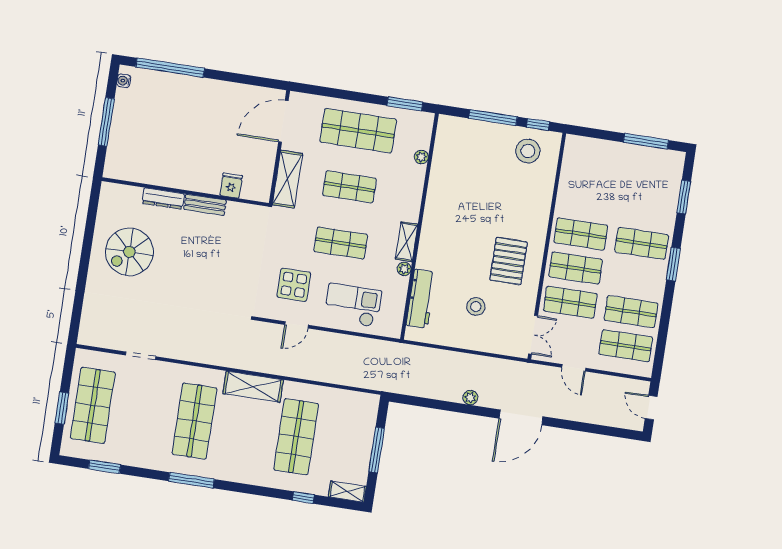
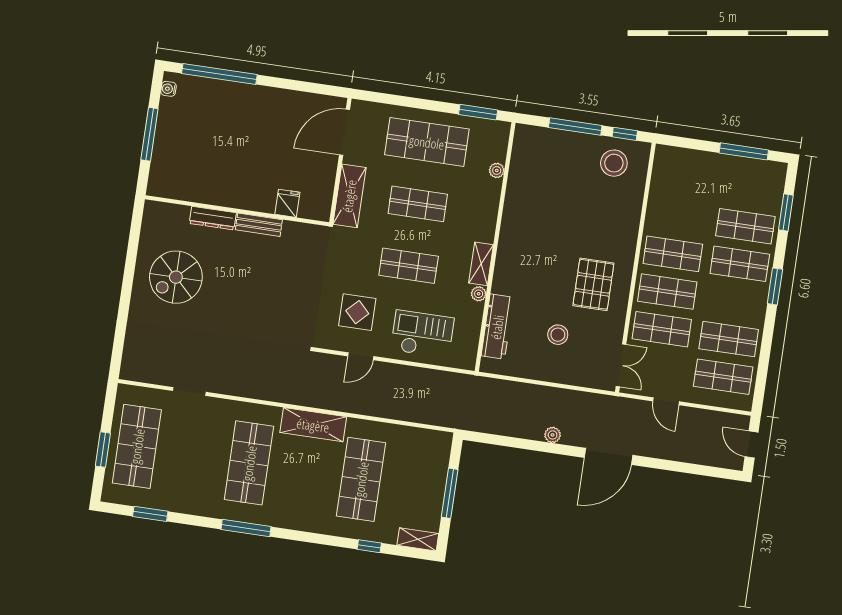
shop shelf: (647, 209) -> (745, 226), added

